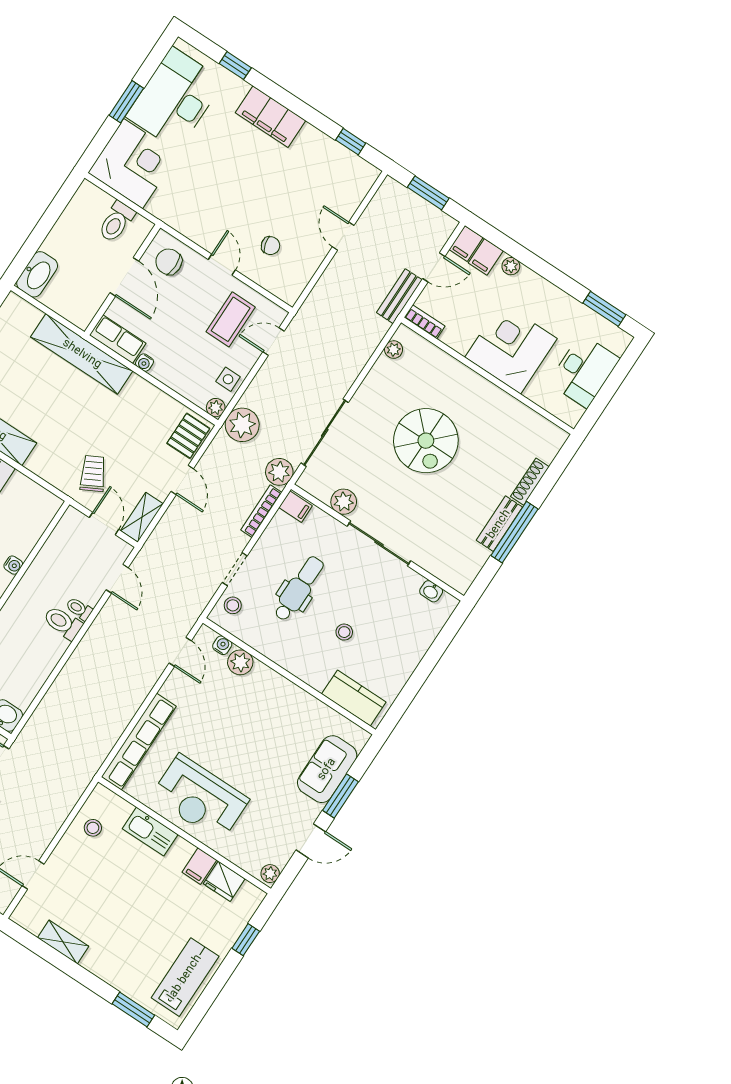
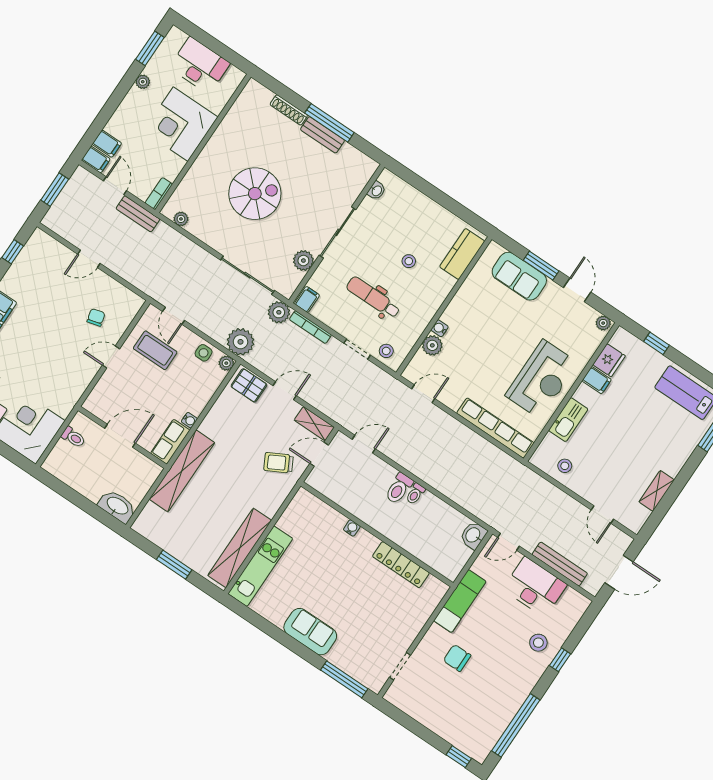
toilet: (116, 222) -> (73, 437), width x0.73, depth x0.72
chair: (169, 262) -> (108, 400), removed
plant: (511, 266) -> (143, 82), moved
toilet: (79, 609) -> (415, 494), moved
water cooler: (222, 645) -> (440, 328), moved

